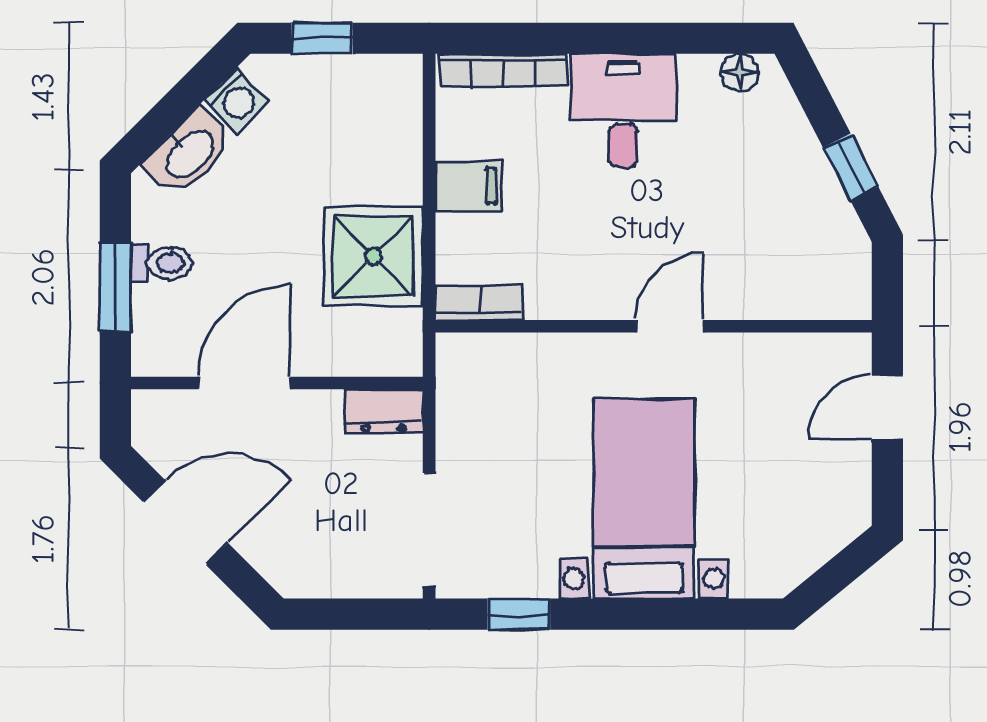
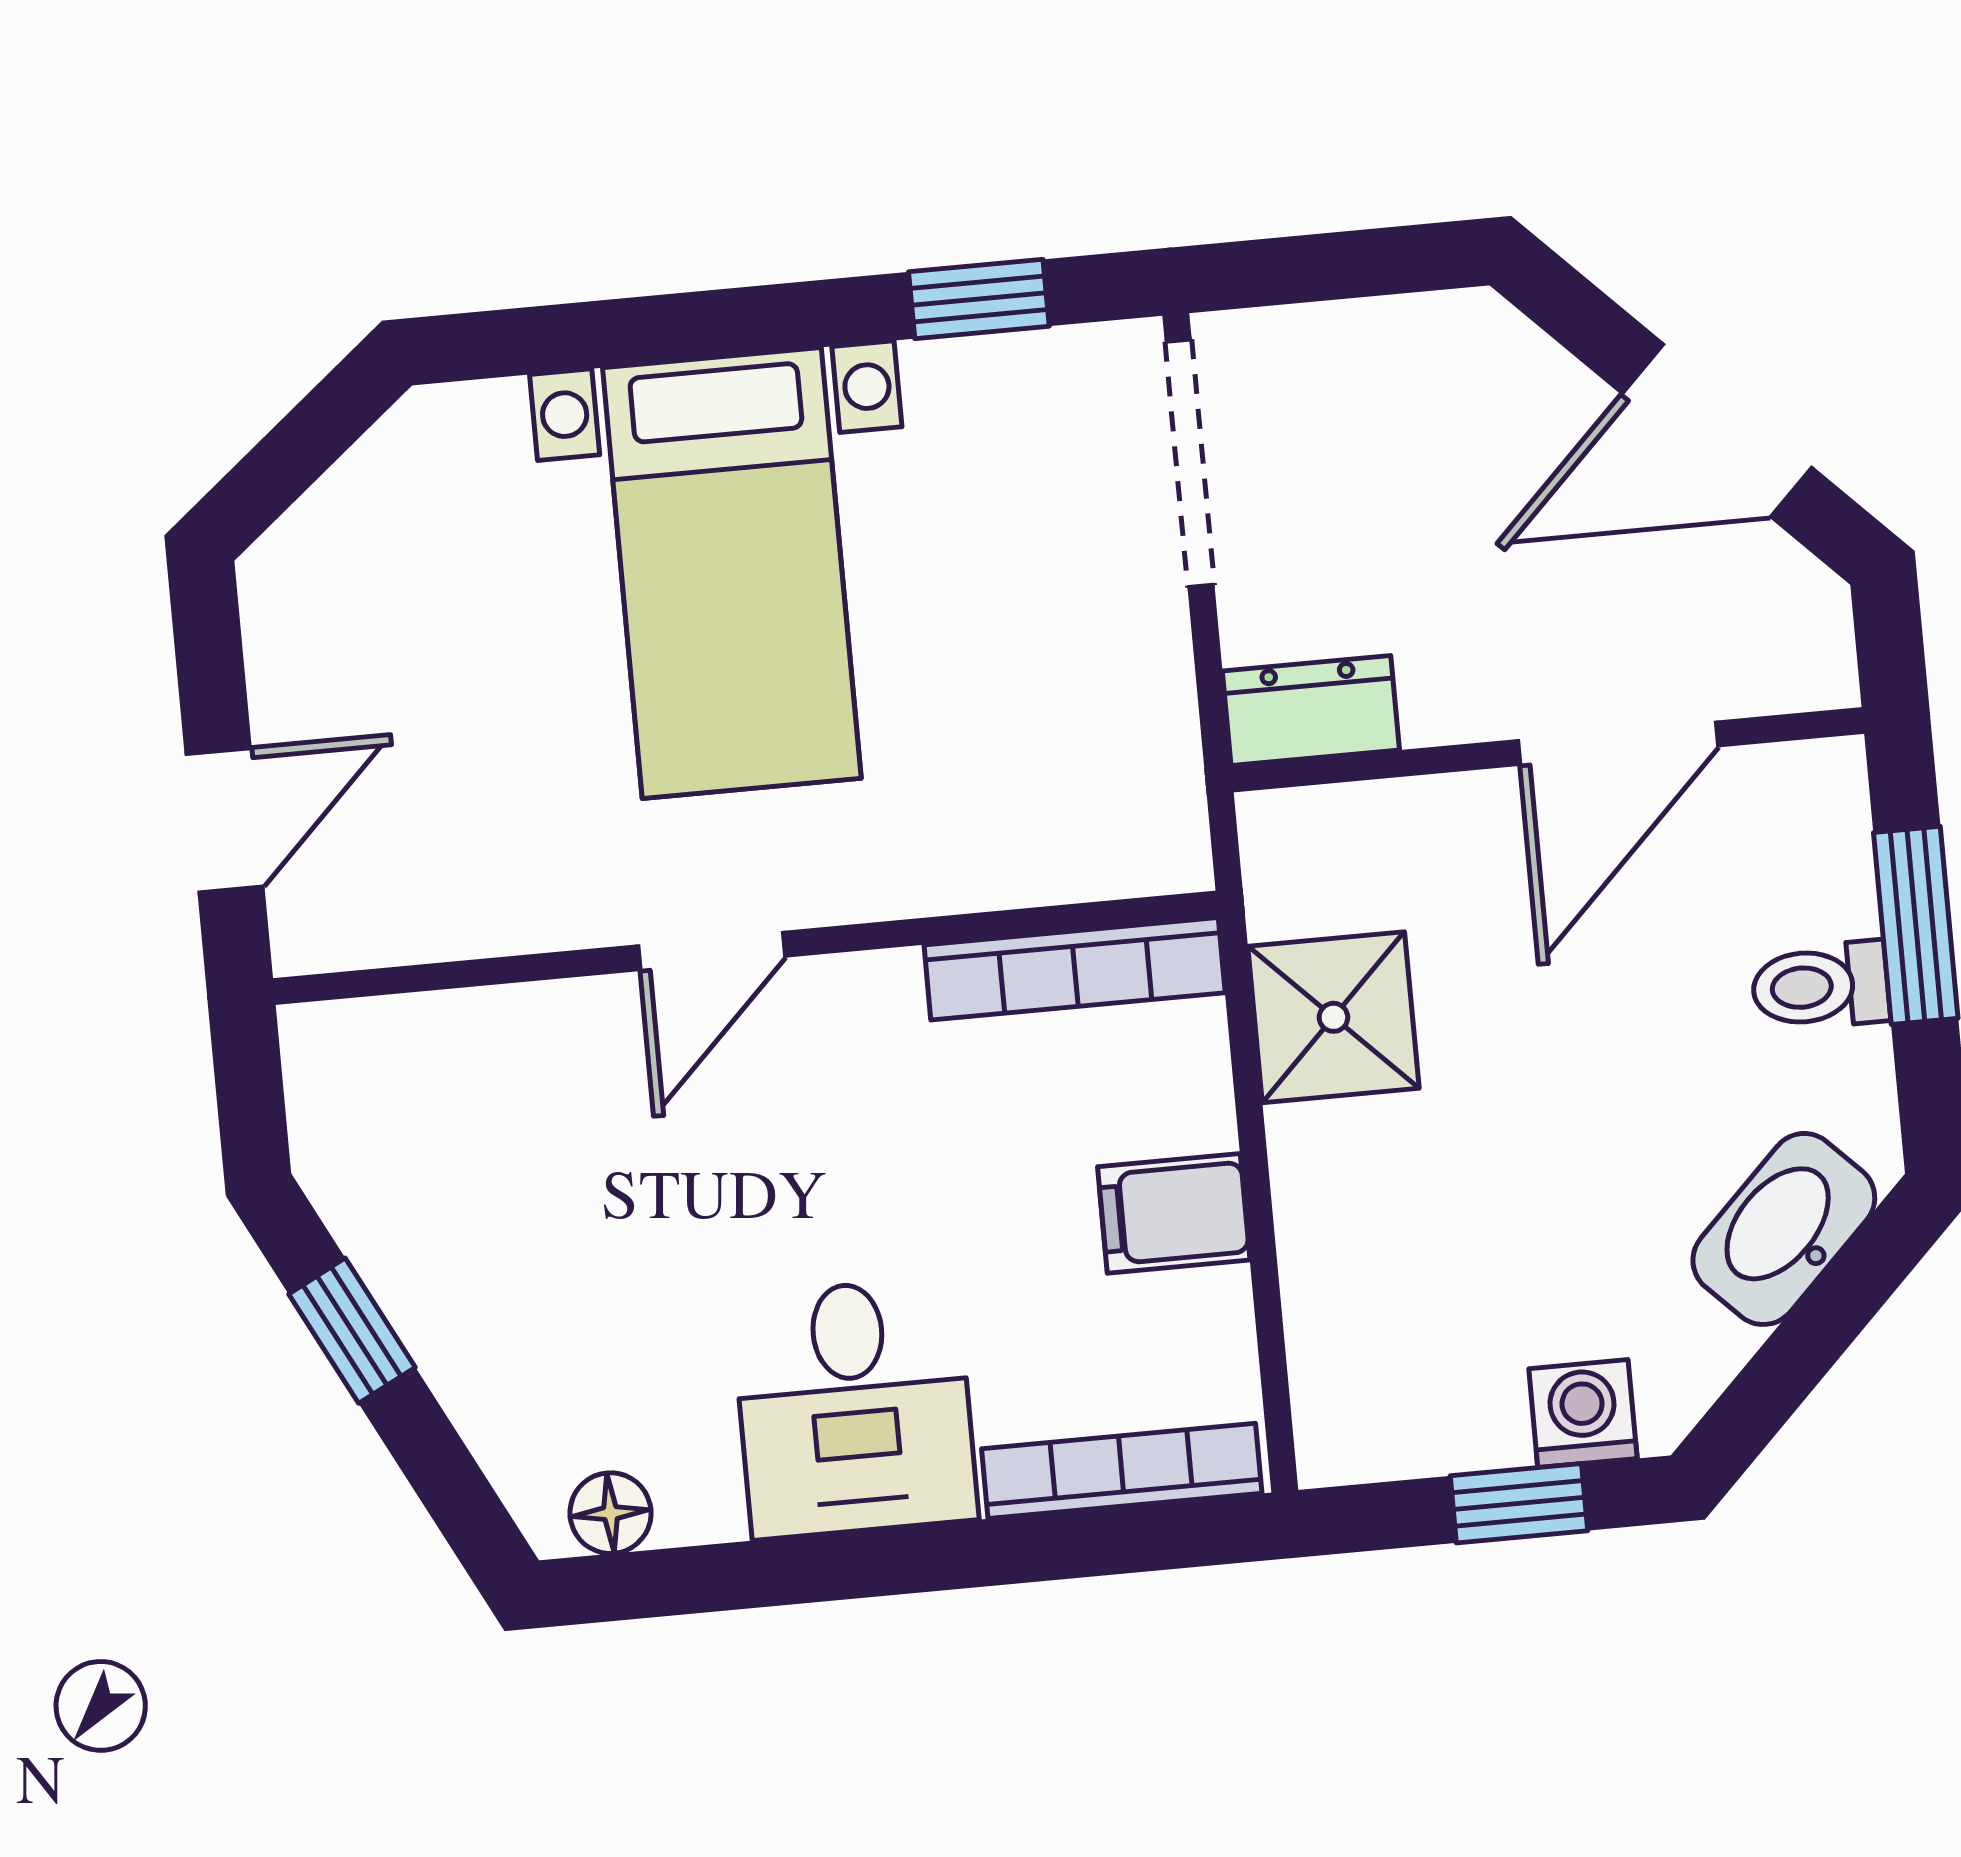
washing machine: (236, 100) -> (1583, 1414), moved, turned 45
shower: (373, 256) -> (1333, 1017), width x0.73, depth x0.73
bookcase: (479, 303) -> (1075, 969), width x1.56

